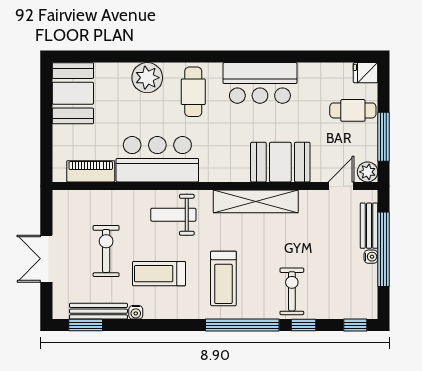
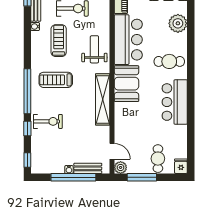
plant: (147, 78) -> (178, 23), moved
booth: (280, 162) -> (126, 84), moved

